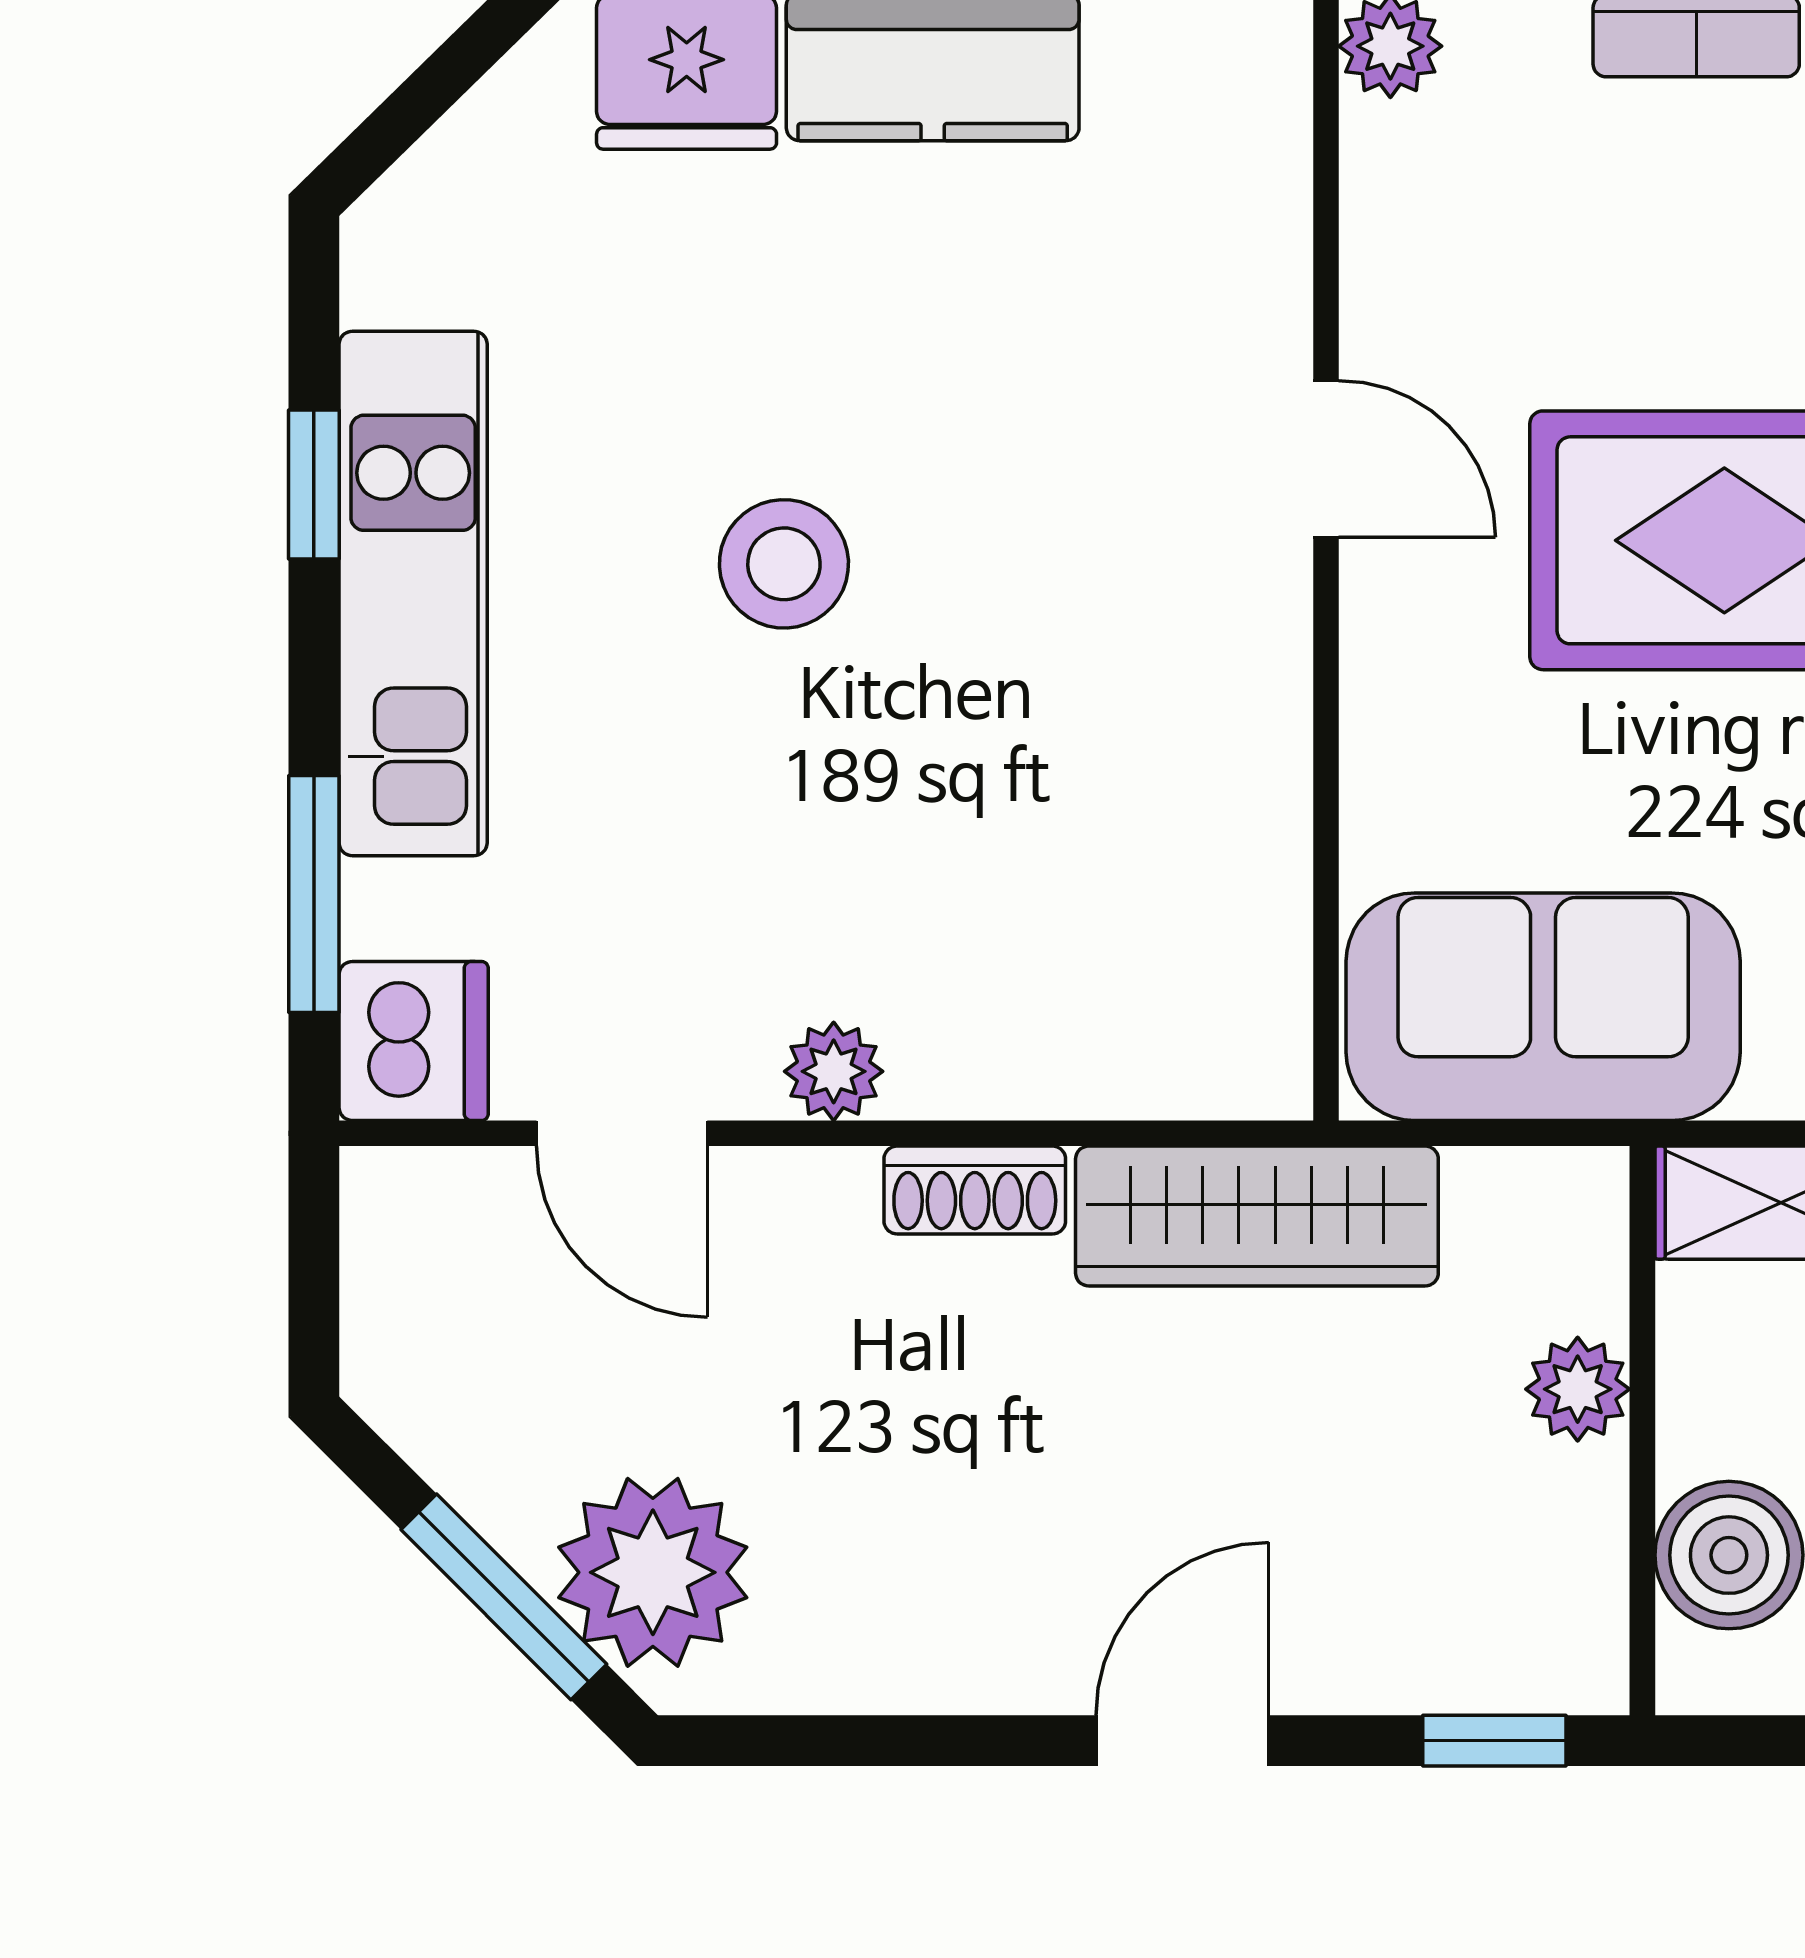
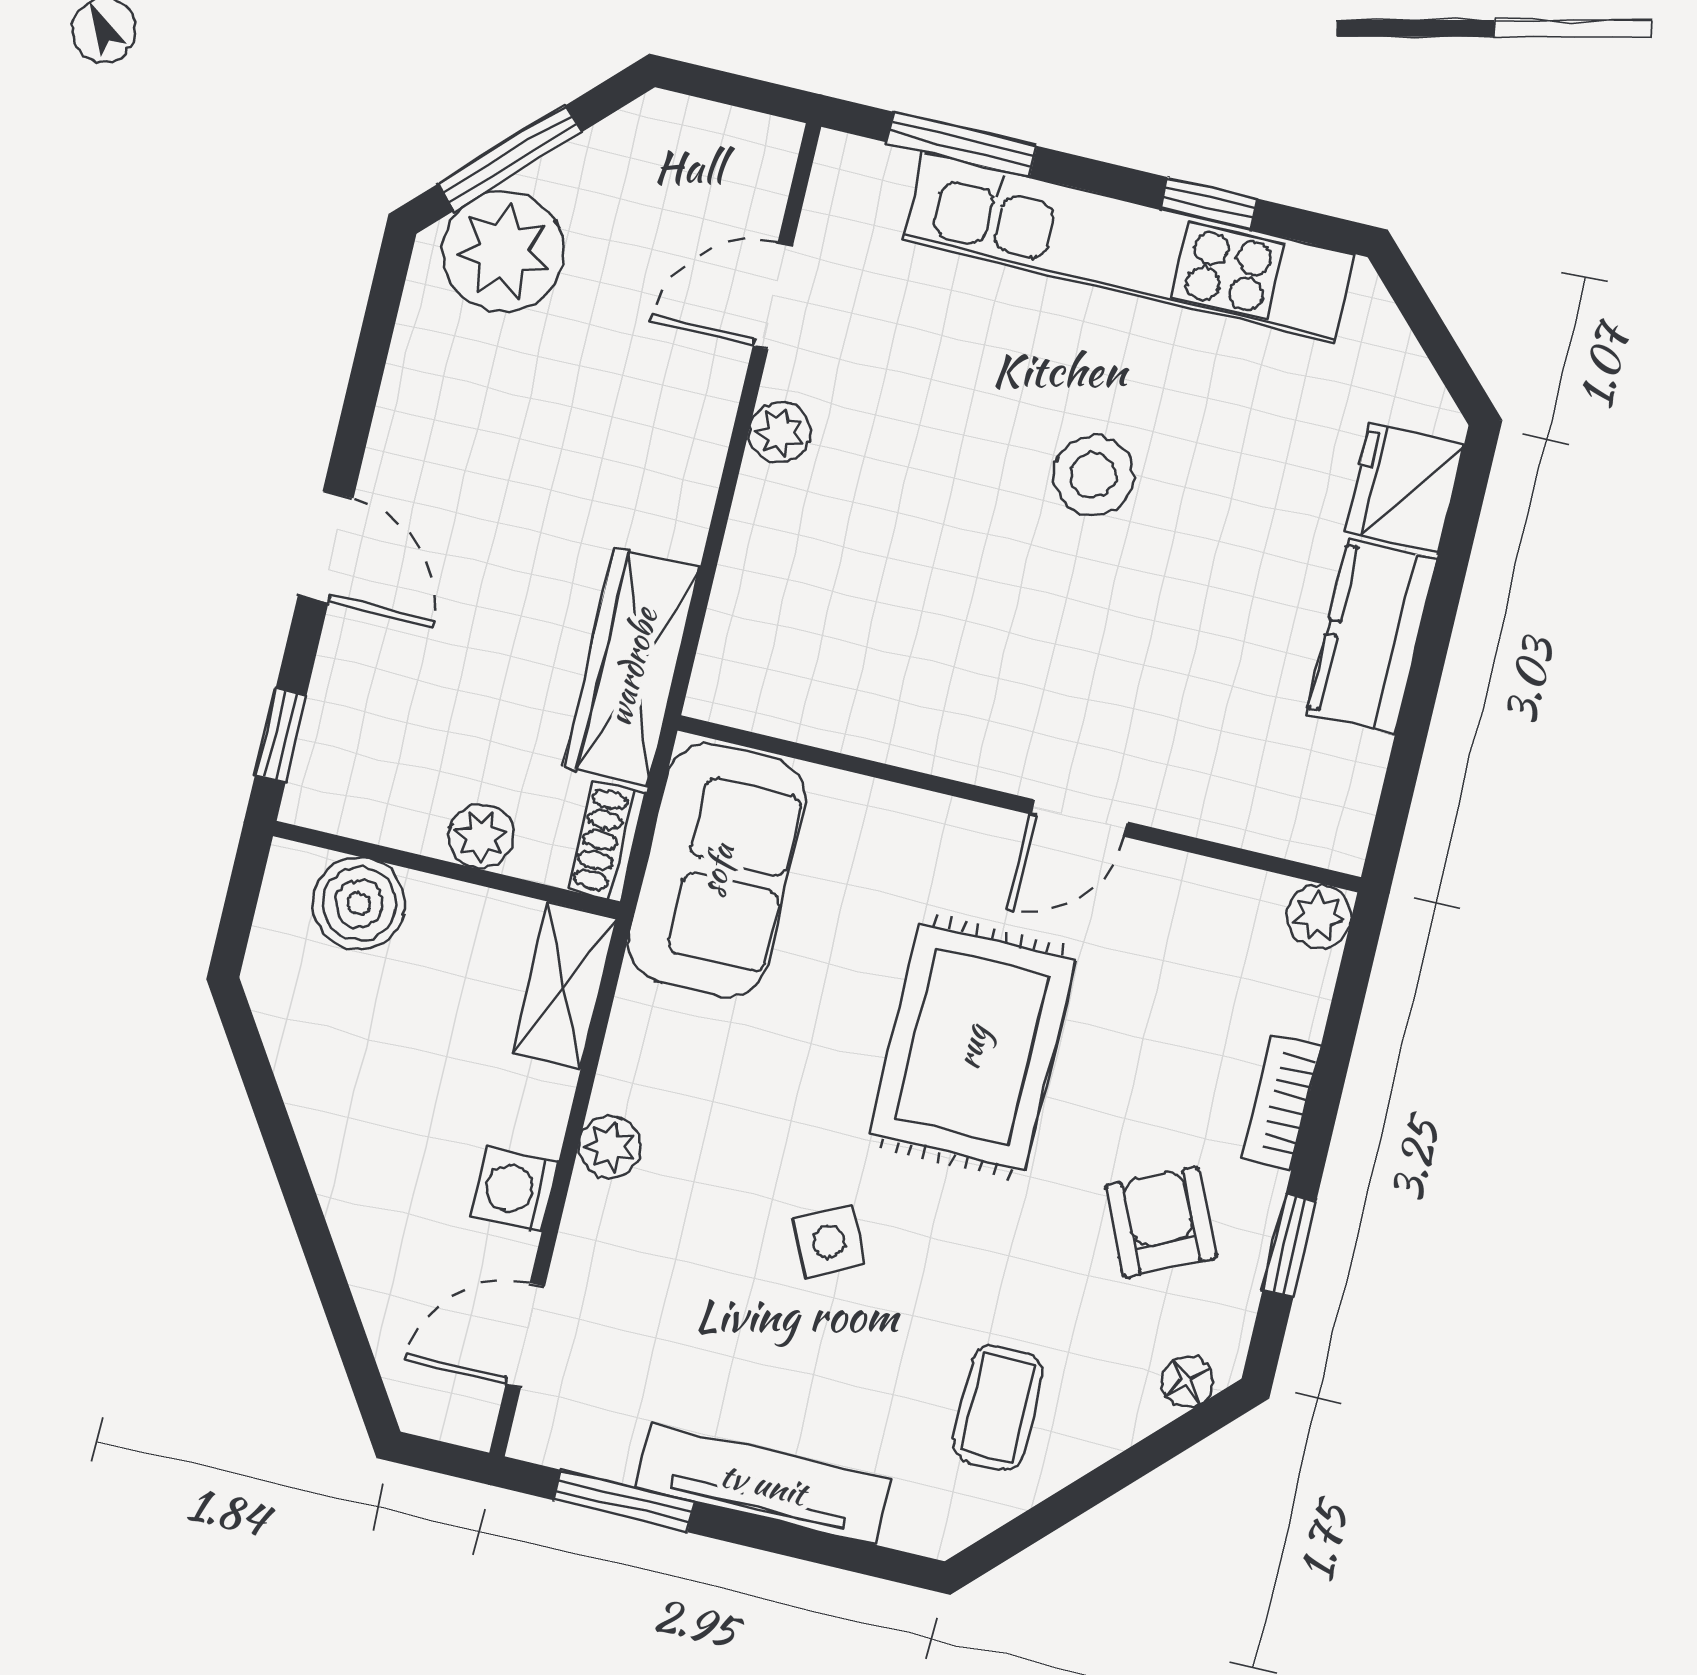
kitchen unit: (413, 593) -> (1129, 247), width x1.36
dishwasher: (414, 1041) -> (859, 183), removed
shoe rack: (975, 1190) -> (607, 841), moved

